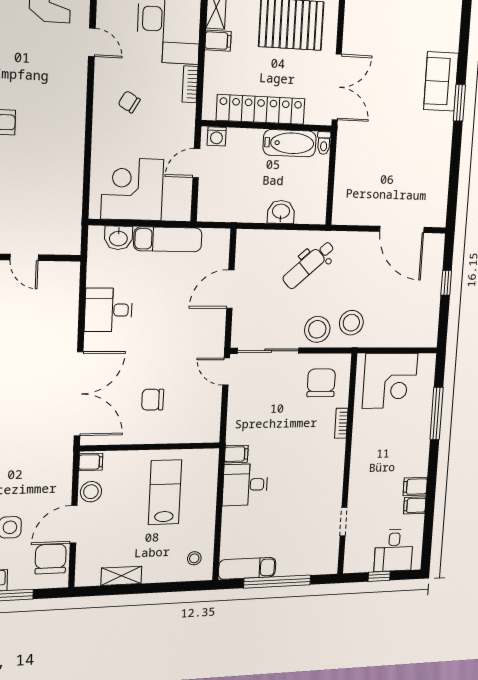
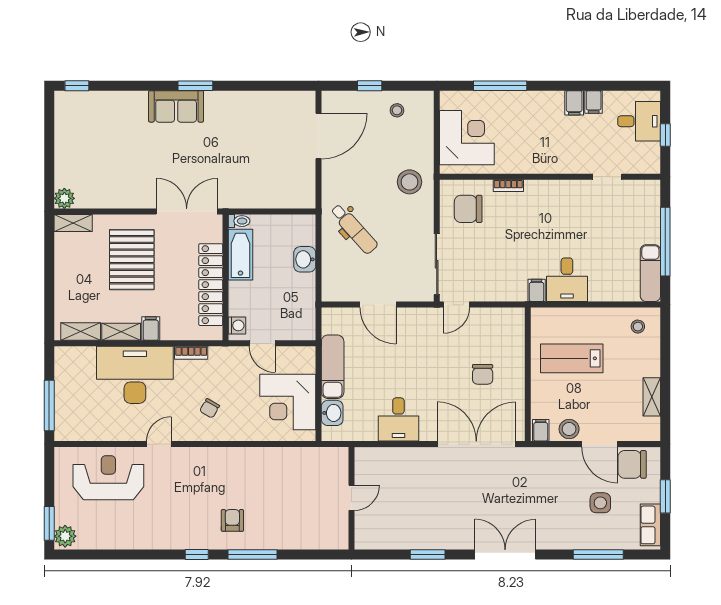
stool: (317, 329) -> (397, 110), moved, width x0.53, depth x0.53

